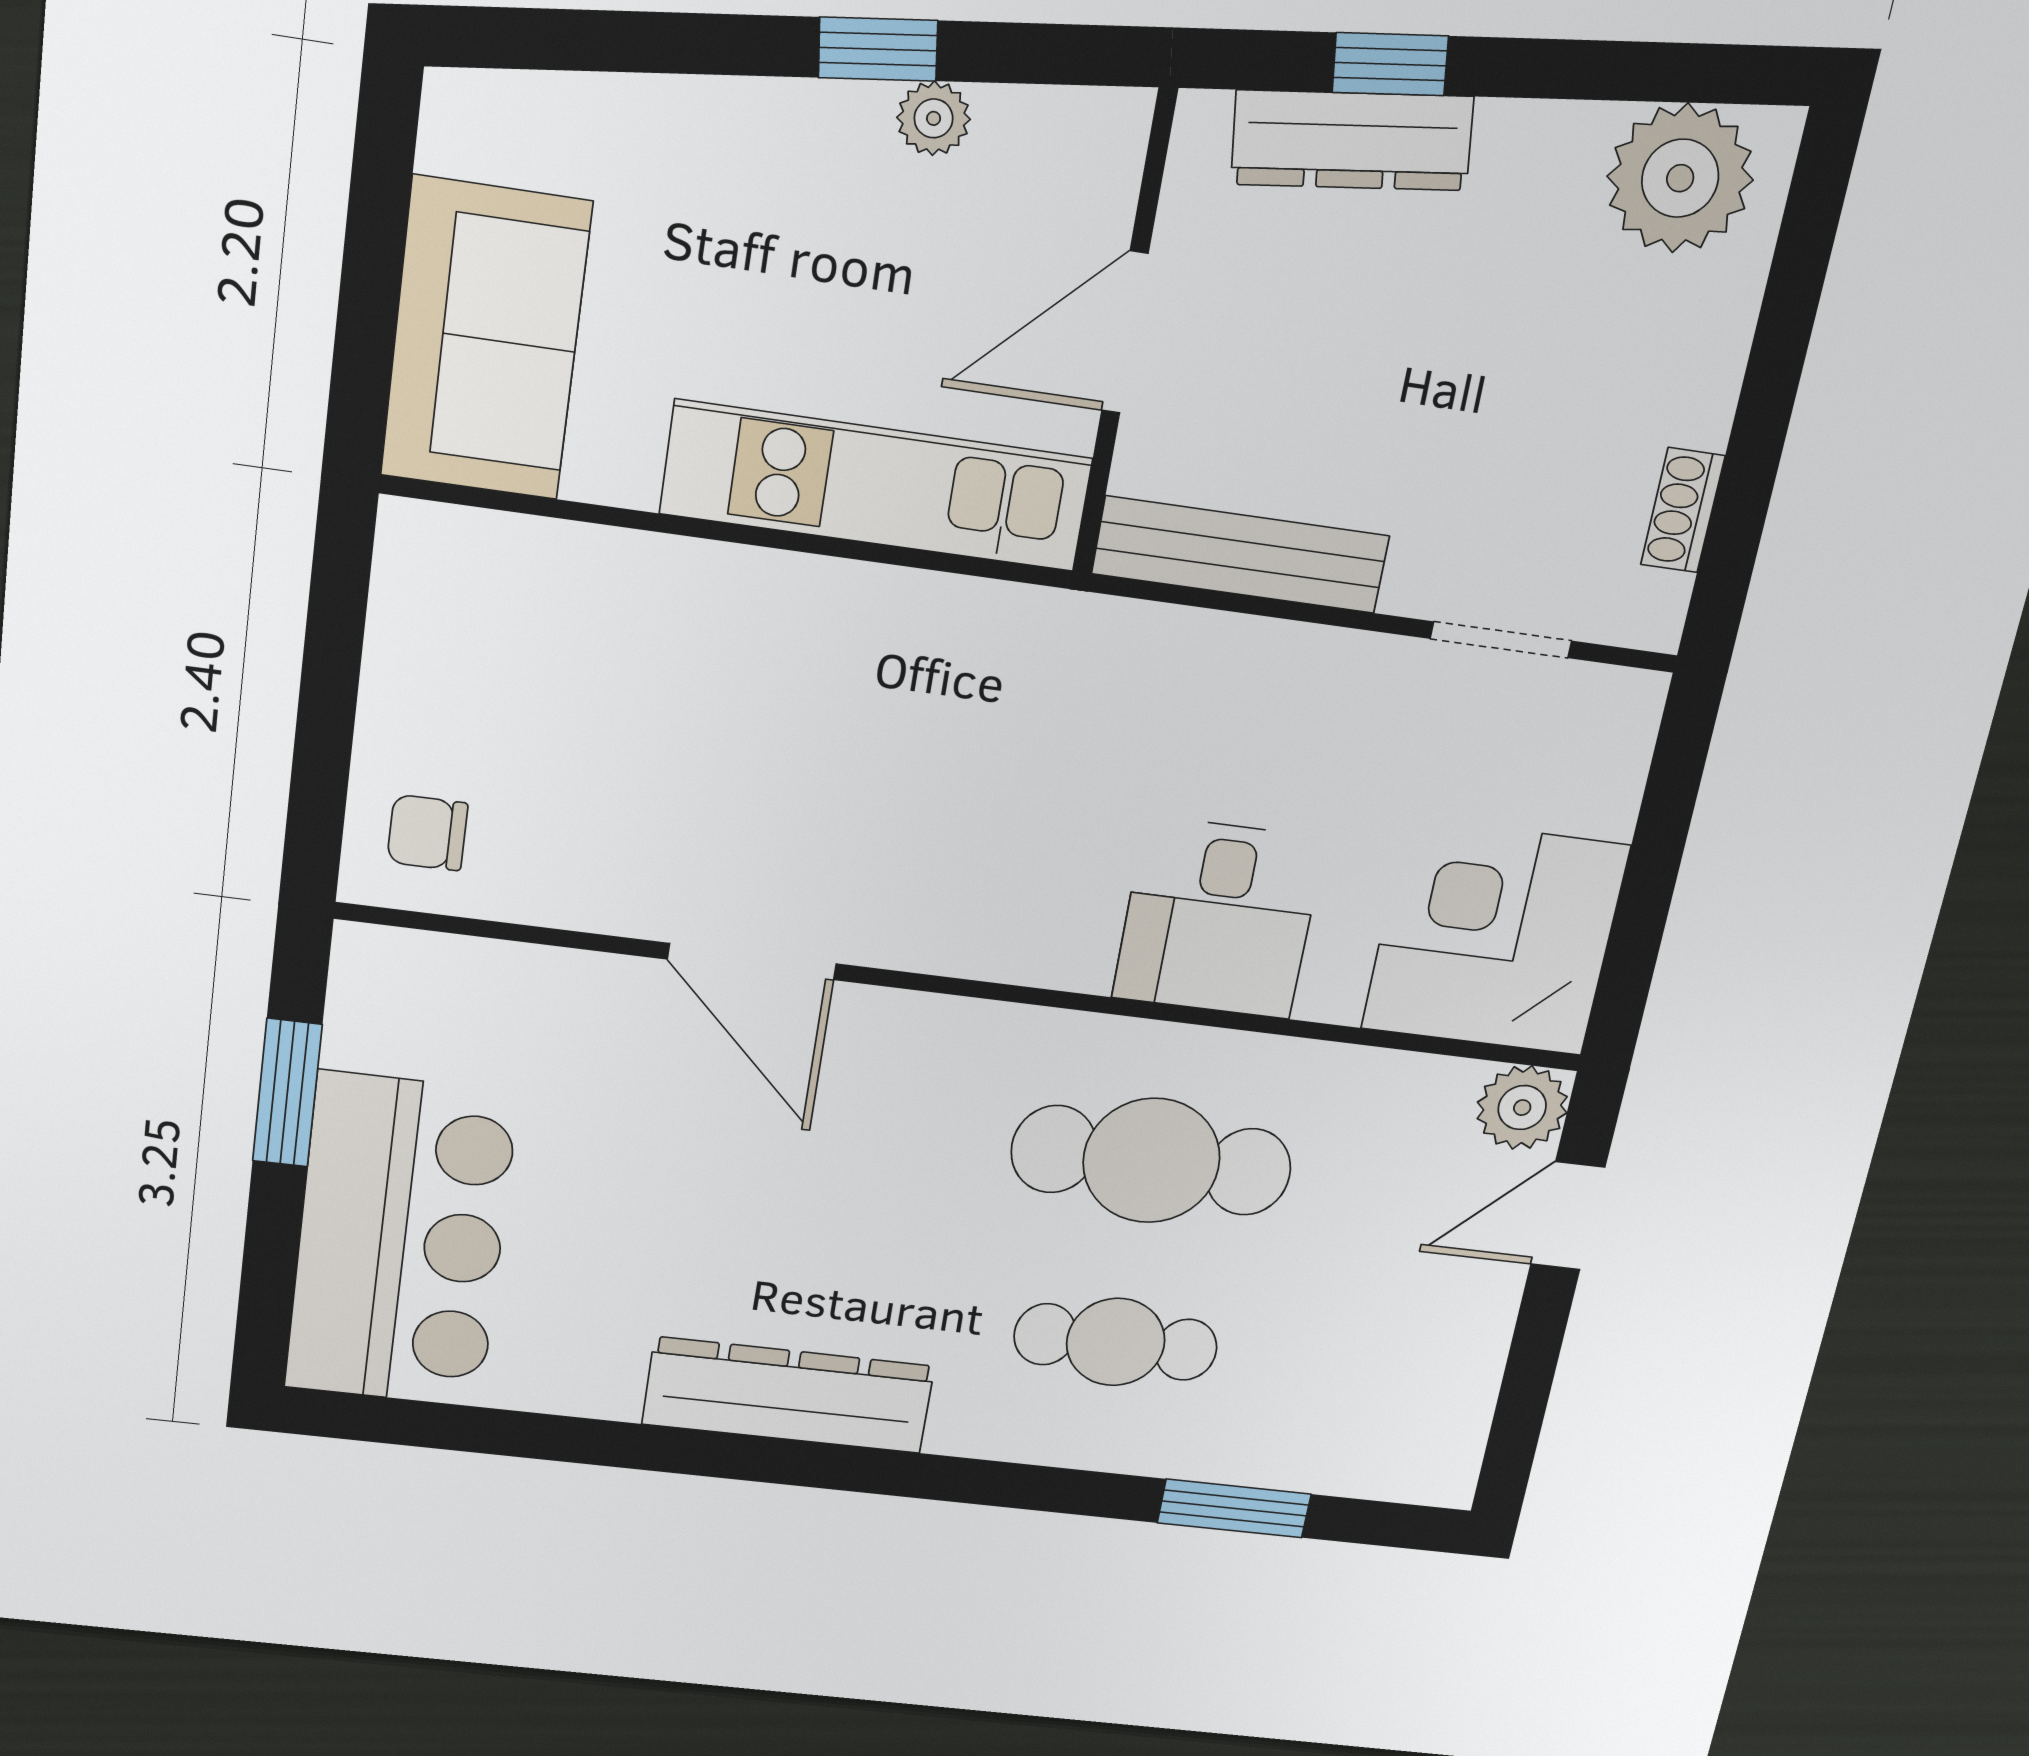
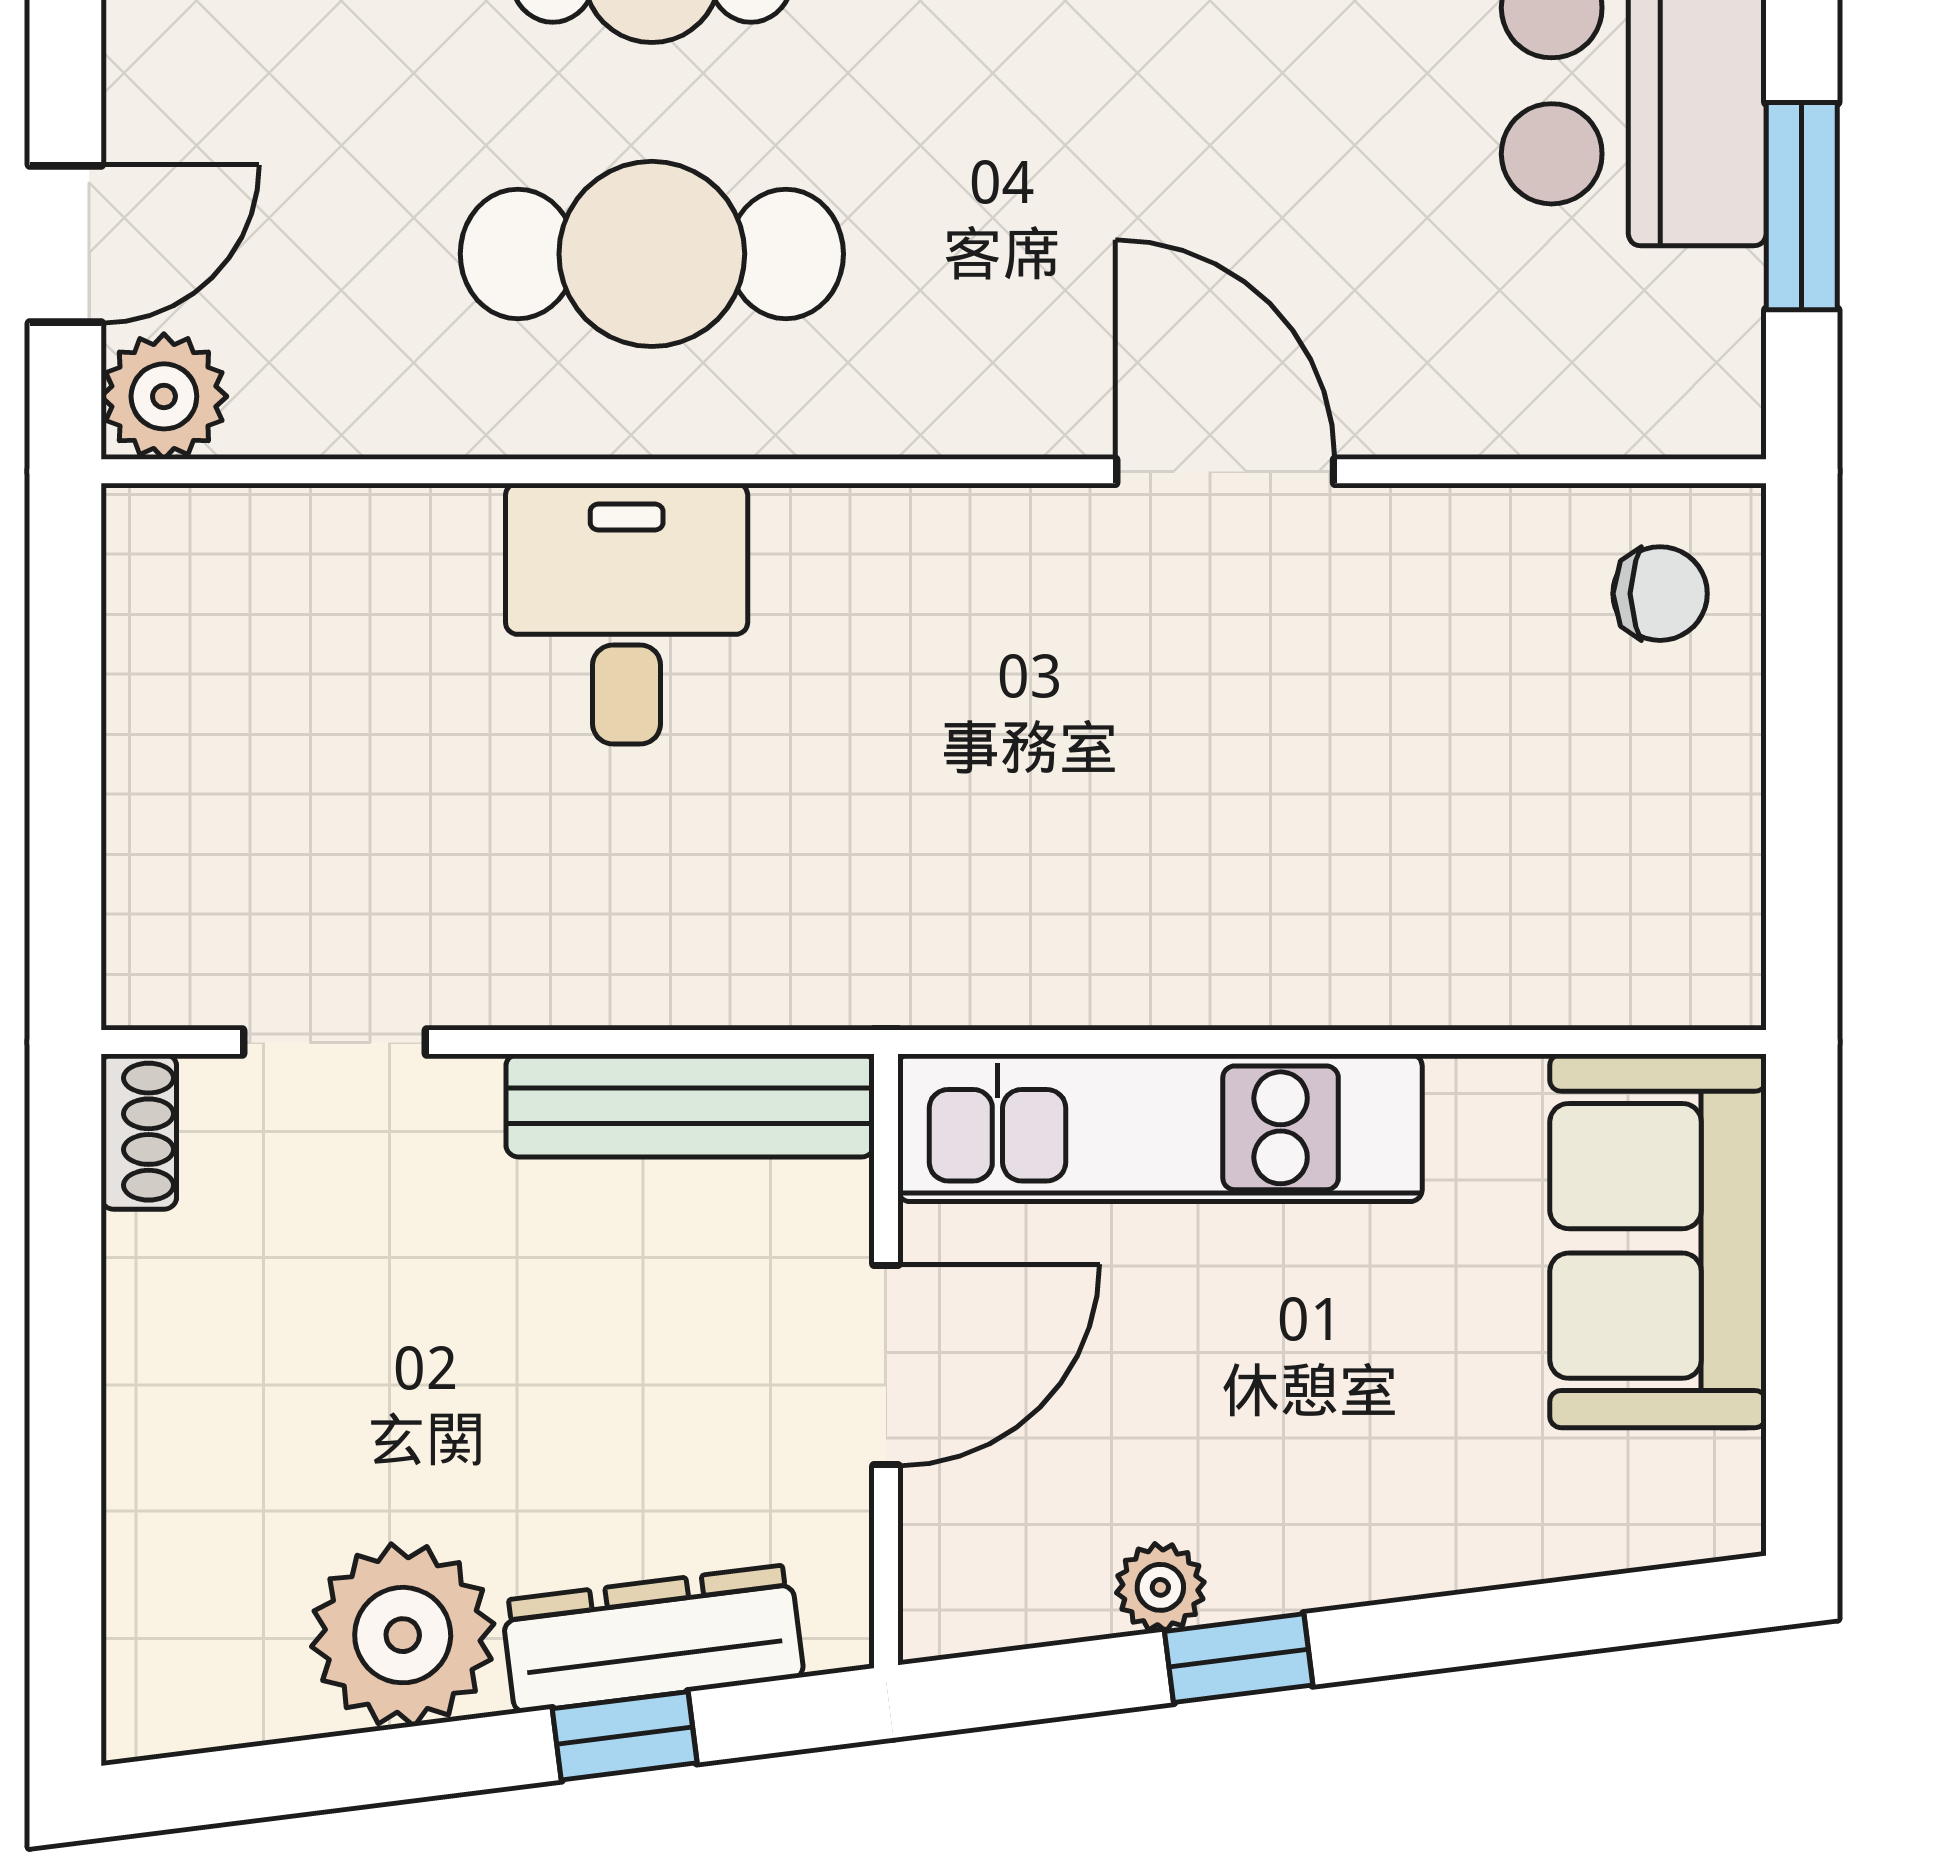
plant: (1680, 178) -> (403, 1635), moved
shoe rack: (1683, 510) -> (139, 1132), moved
corner desk: (1495, 937) -> (254, 636), removed

